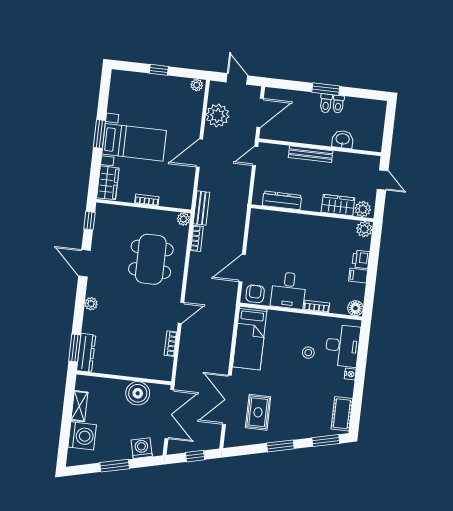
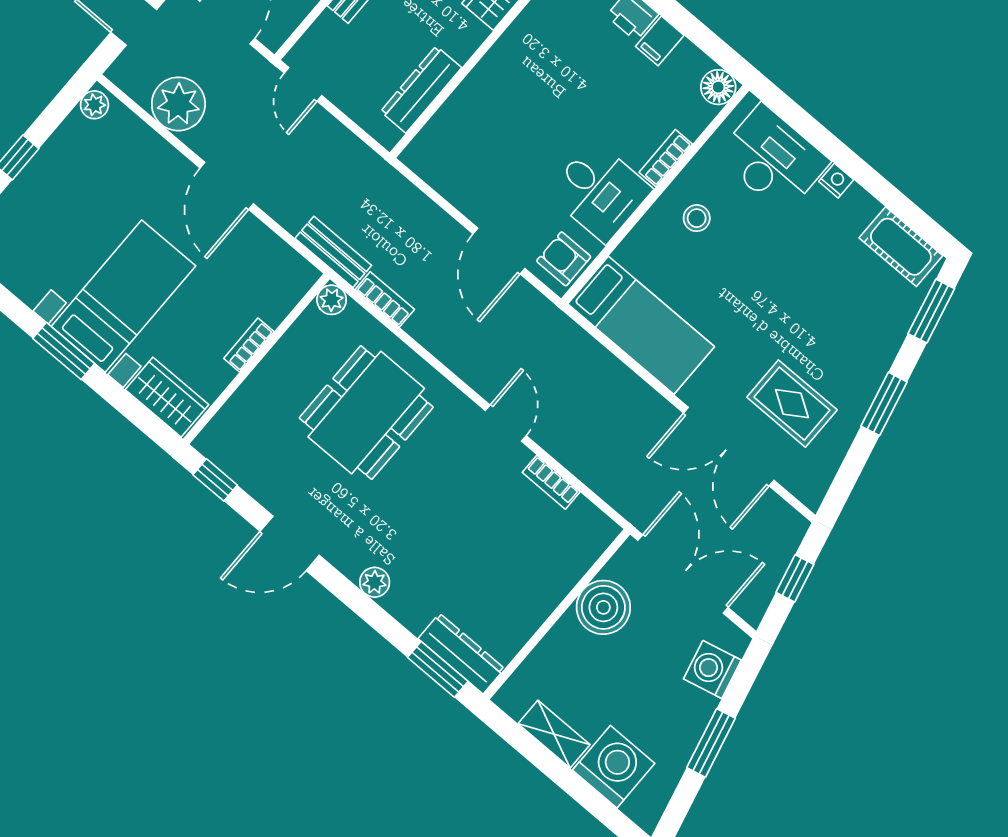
dining table: (151, 259) -> (366, 413), turned 90
stool: (308, 353) -> (697, 218), moved

